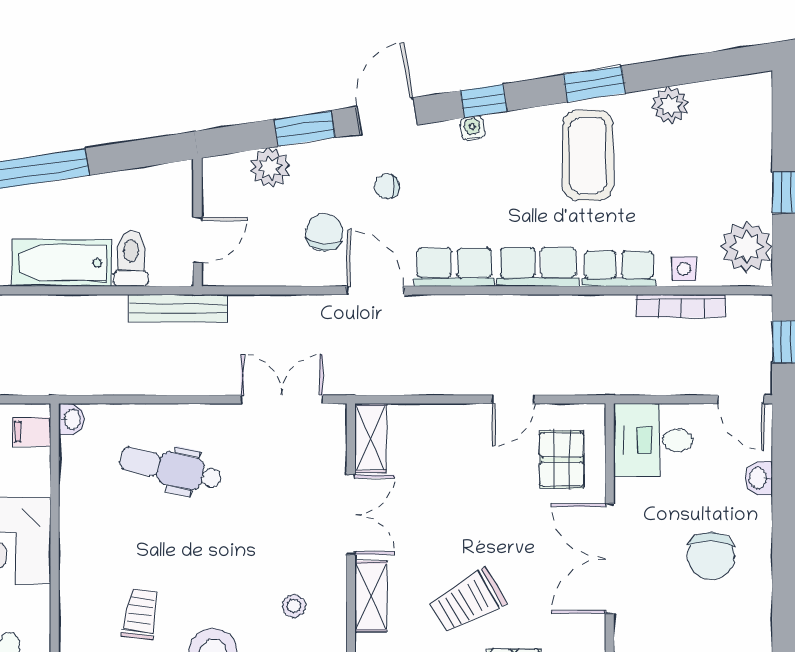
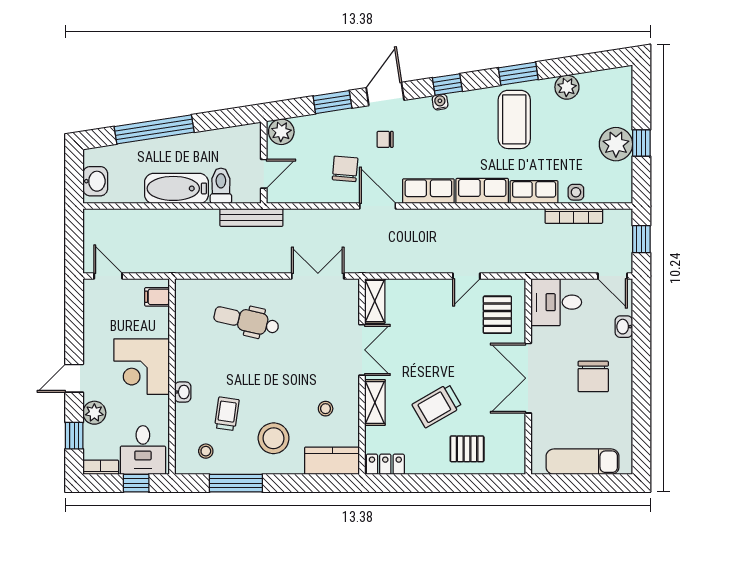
plant: (270, 168) -> (281, 132), moved
plant: (746, 247) -> (616, 144), moved
washbasin: (71, 419) -> (183, 392), moved

